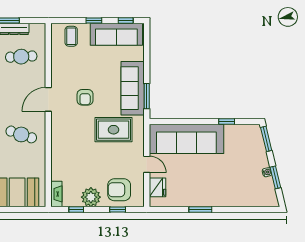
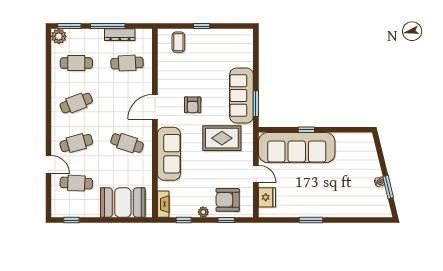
window: (126, 21) -> (234, 26), removed
sofa: (116, 34) -> (169, 154), moved, turned -90
window: (227, 122) -> (306, 130), moved
window: (266, 139) -> (379, 148), removed
plant: (91, 197) -> (203, 212), width x0.53, depth x0.53

